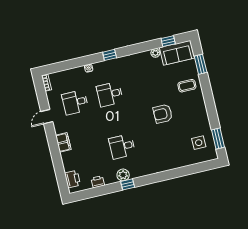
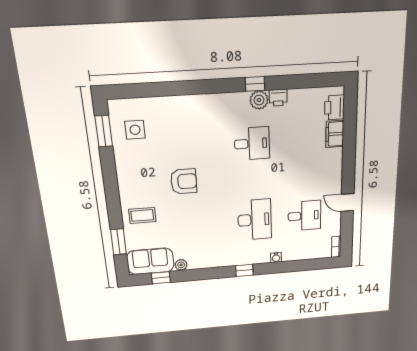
desk: (110, 94) -> (255, 220), width x1.37
door: (47, 117) -> (347, 203), swing flipped
filing cabinet: (63, 142) -> (335, 134), moved
printer: (98, 182) -> (278, 98), moved

